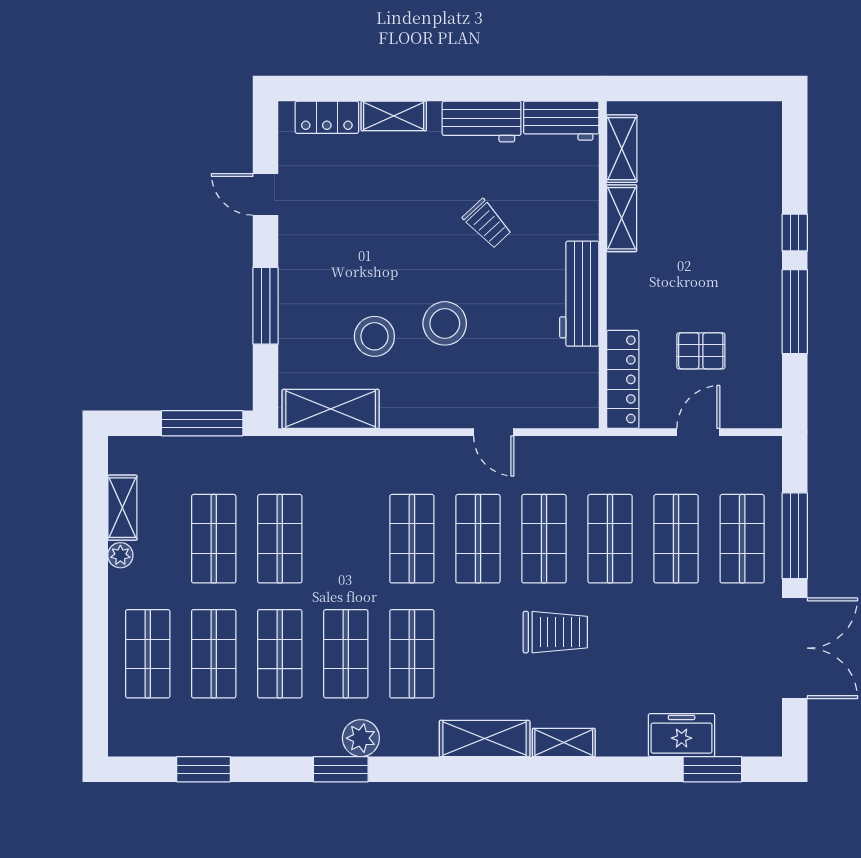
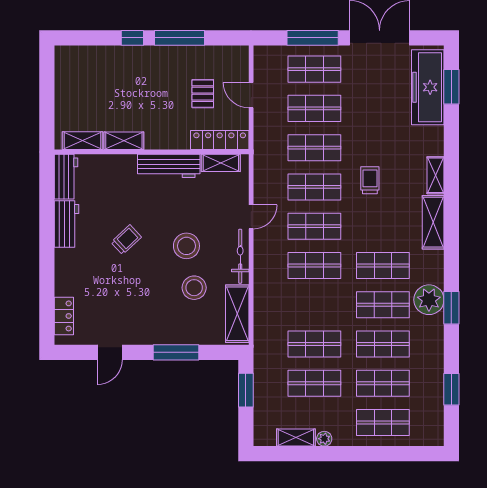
shelving: (394, 116) -> (221, 163), moved, turned 90
trolley: (487, 224) -> (126, 240), moved
bicycle: (427, 414) -> (240, 256), added
window: (202, 423) -> (246, 390), width x0.69
trolley: (555, 632) -> (370, 180), width x0.73, depth x0.72
freezer: (682, 735) -> (428, 87), width x1.91, depth x1.26
plant: (361, 738) -> (429, 300), width x1.36, depth x1.36

